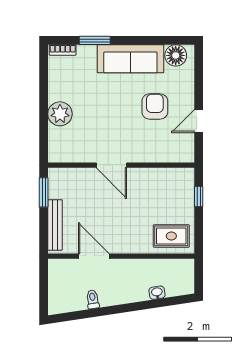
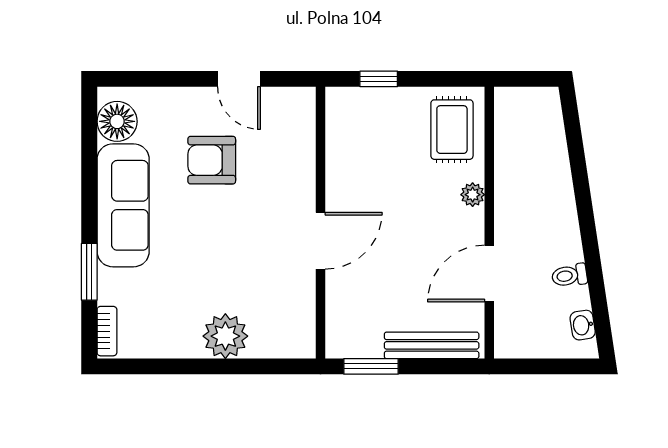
plant: (136, 247) -> (473, 195), added
washbasin: (157, 293) -> (583, 325), moved

